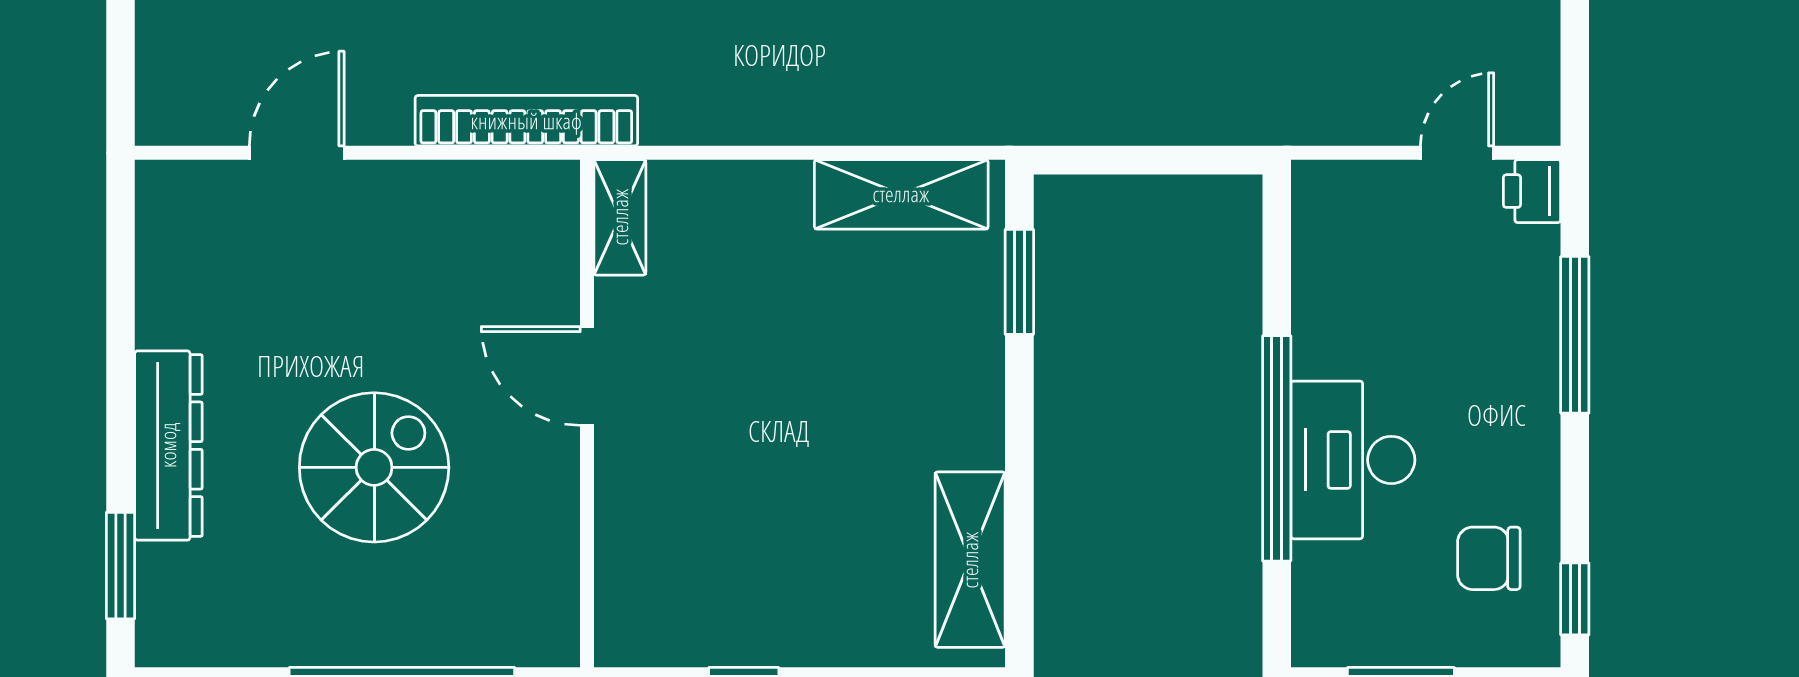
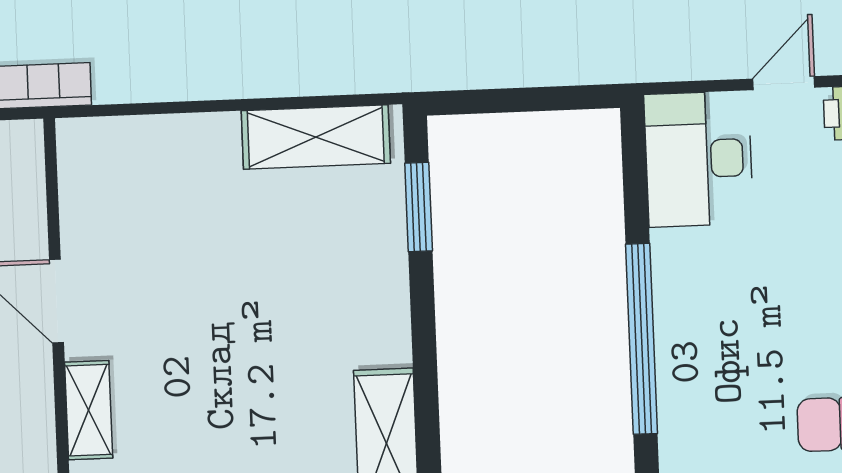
shelving: (620, 217) -> (89, 410), moved
desk: (1353, 460) -> (699, 159), moved

